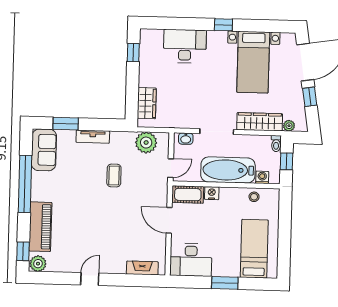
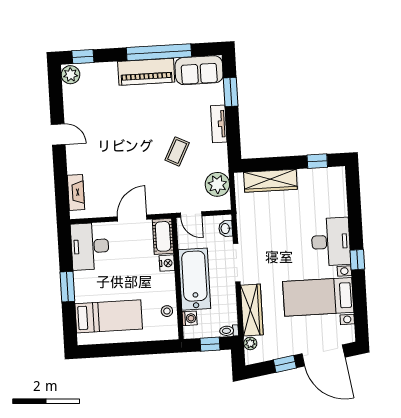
desk: (185, 46) -> (331, 242), moved
wardrobe: (147, 103) -> (270, 181), width x1.50
coffee table: (114, 175) -> (177, 151), turned -63
piano: (40, 227) -> (146, 72), moved

